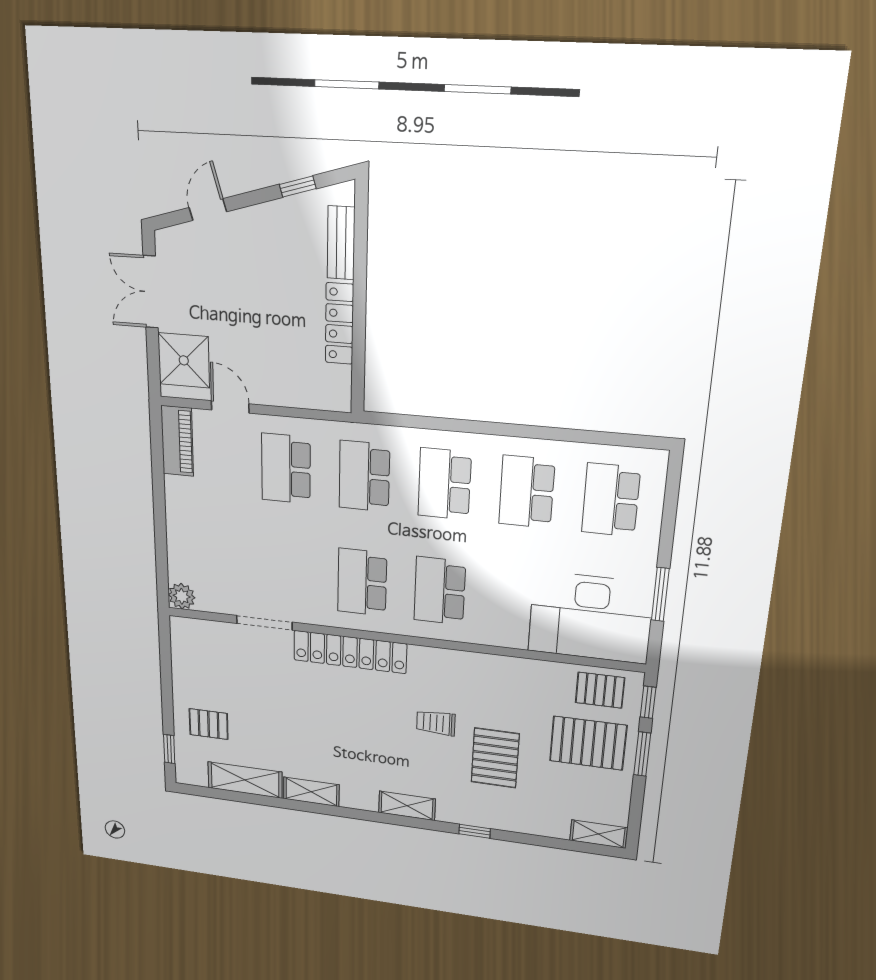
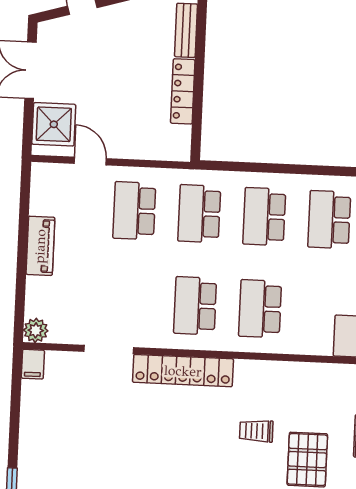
piano: (177, 441) -> (40, 246), moved
filing cabinet: (181, 632) -> (33, 364), added
pallet: (209, 724) -> (51, 453), removed

